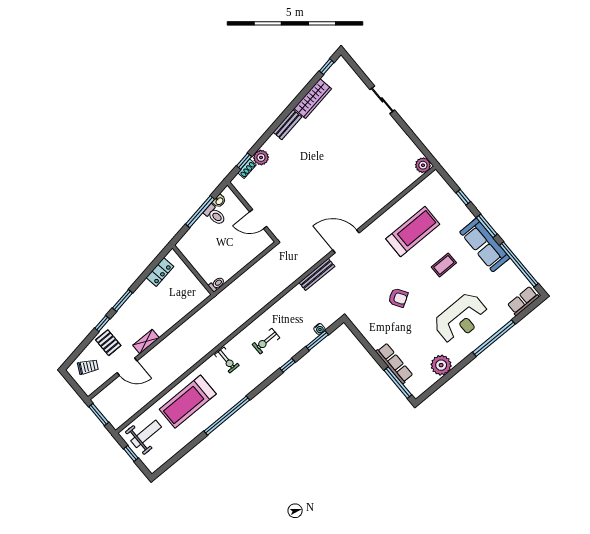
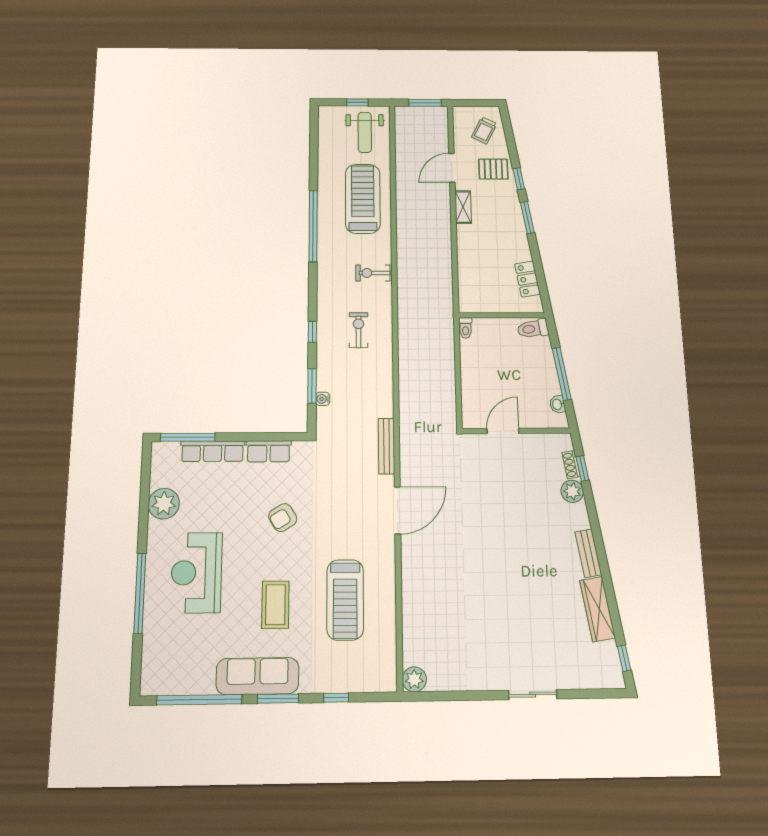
toilet: (215, 215) -> (533, 329), moved
coffee table: (444, 265) -> (275, 605), width x1.36, depth x1.30
row of seats: (523, 301) -> (269, 451), moved, turned 90

